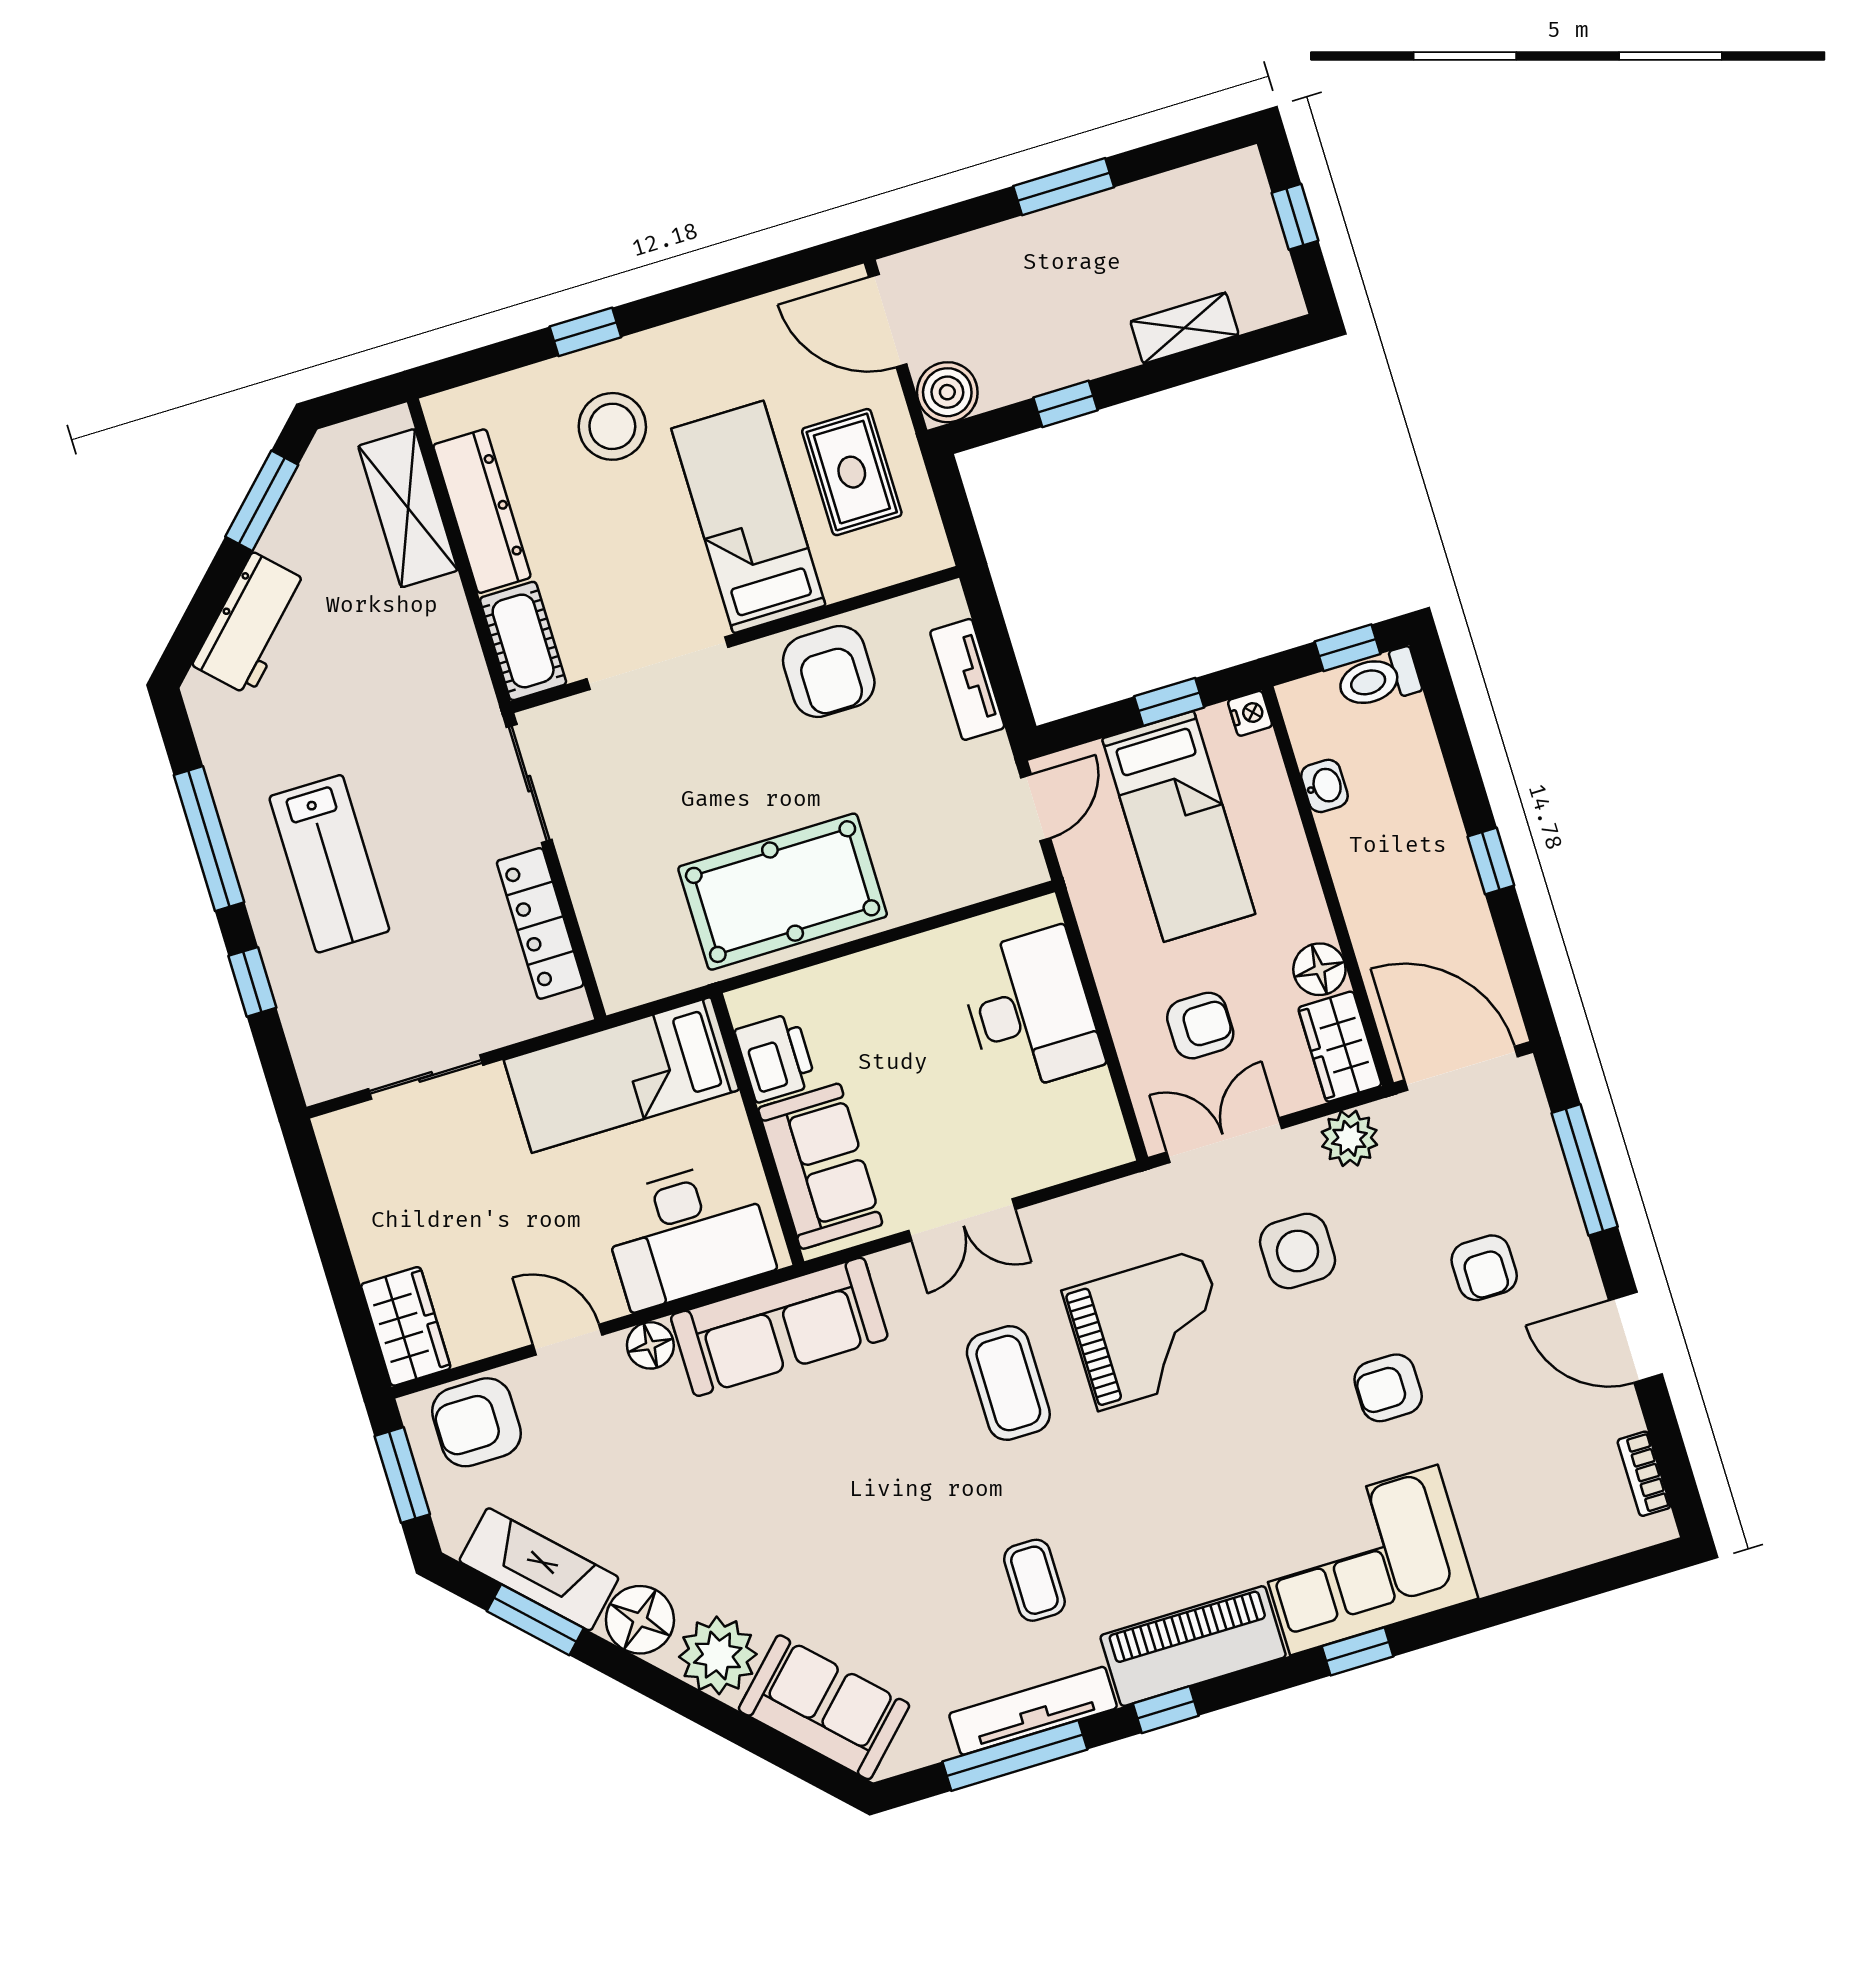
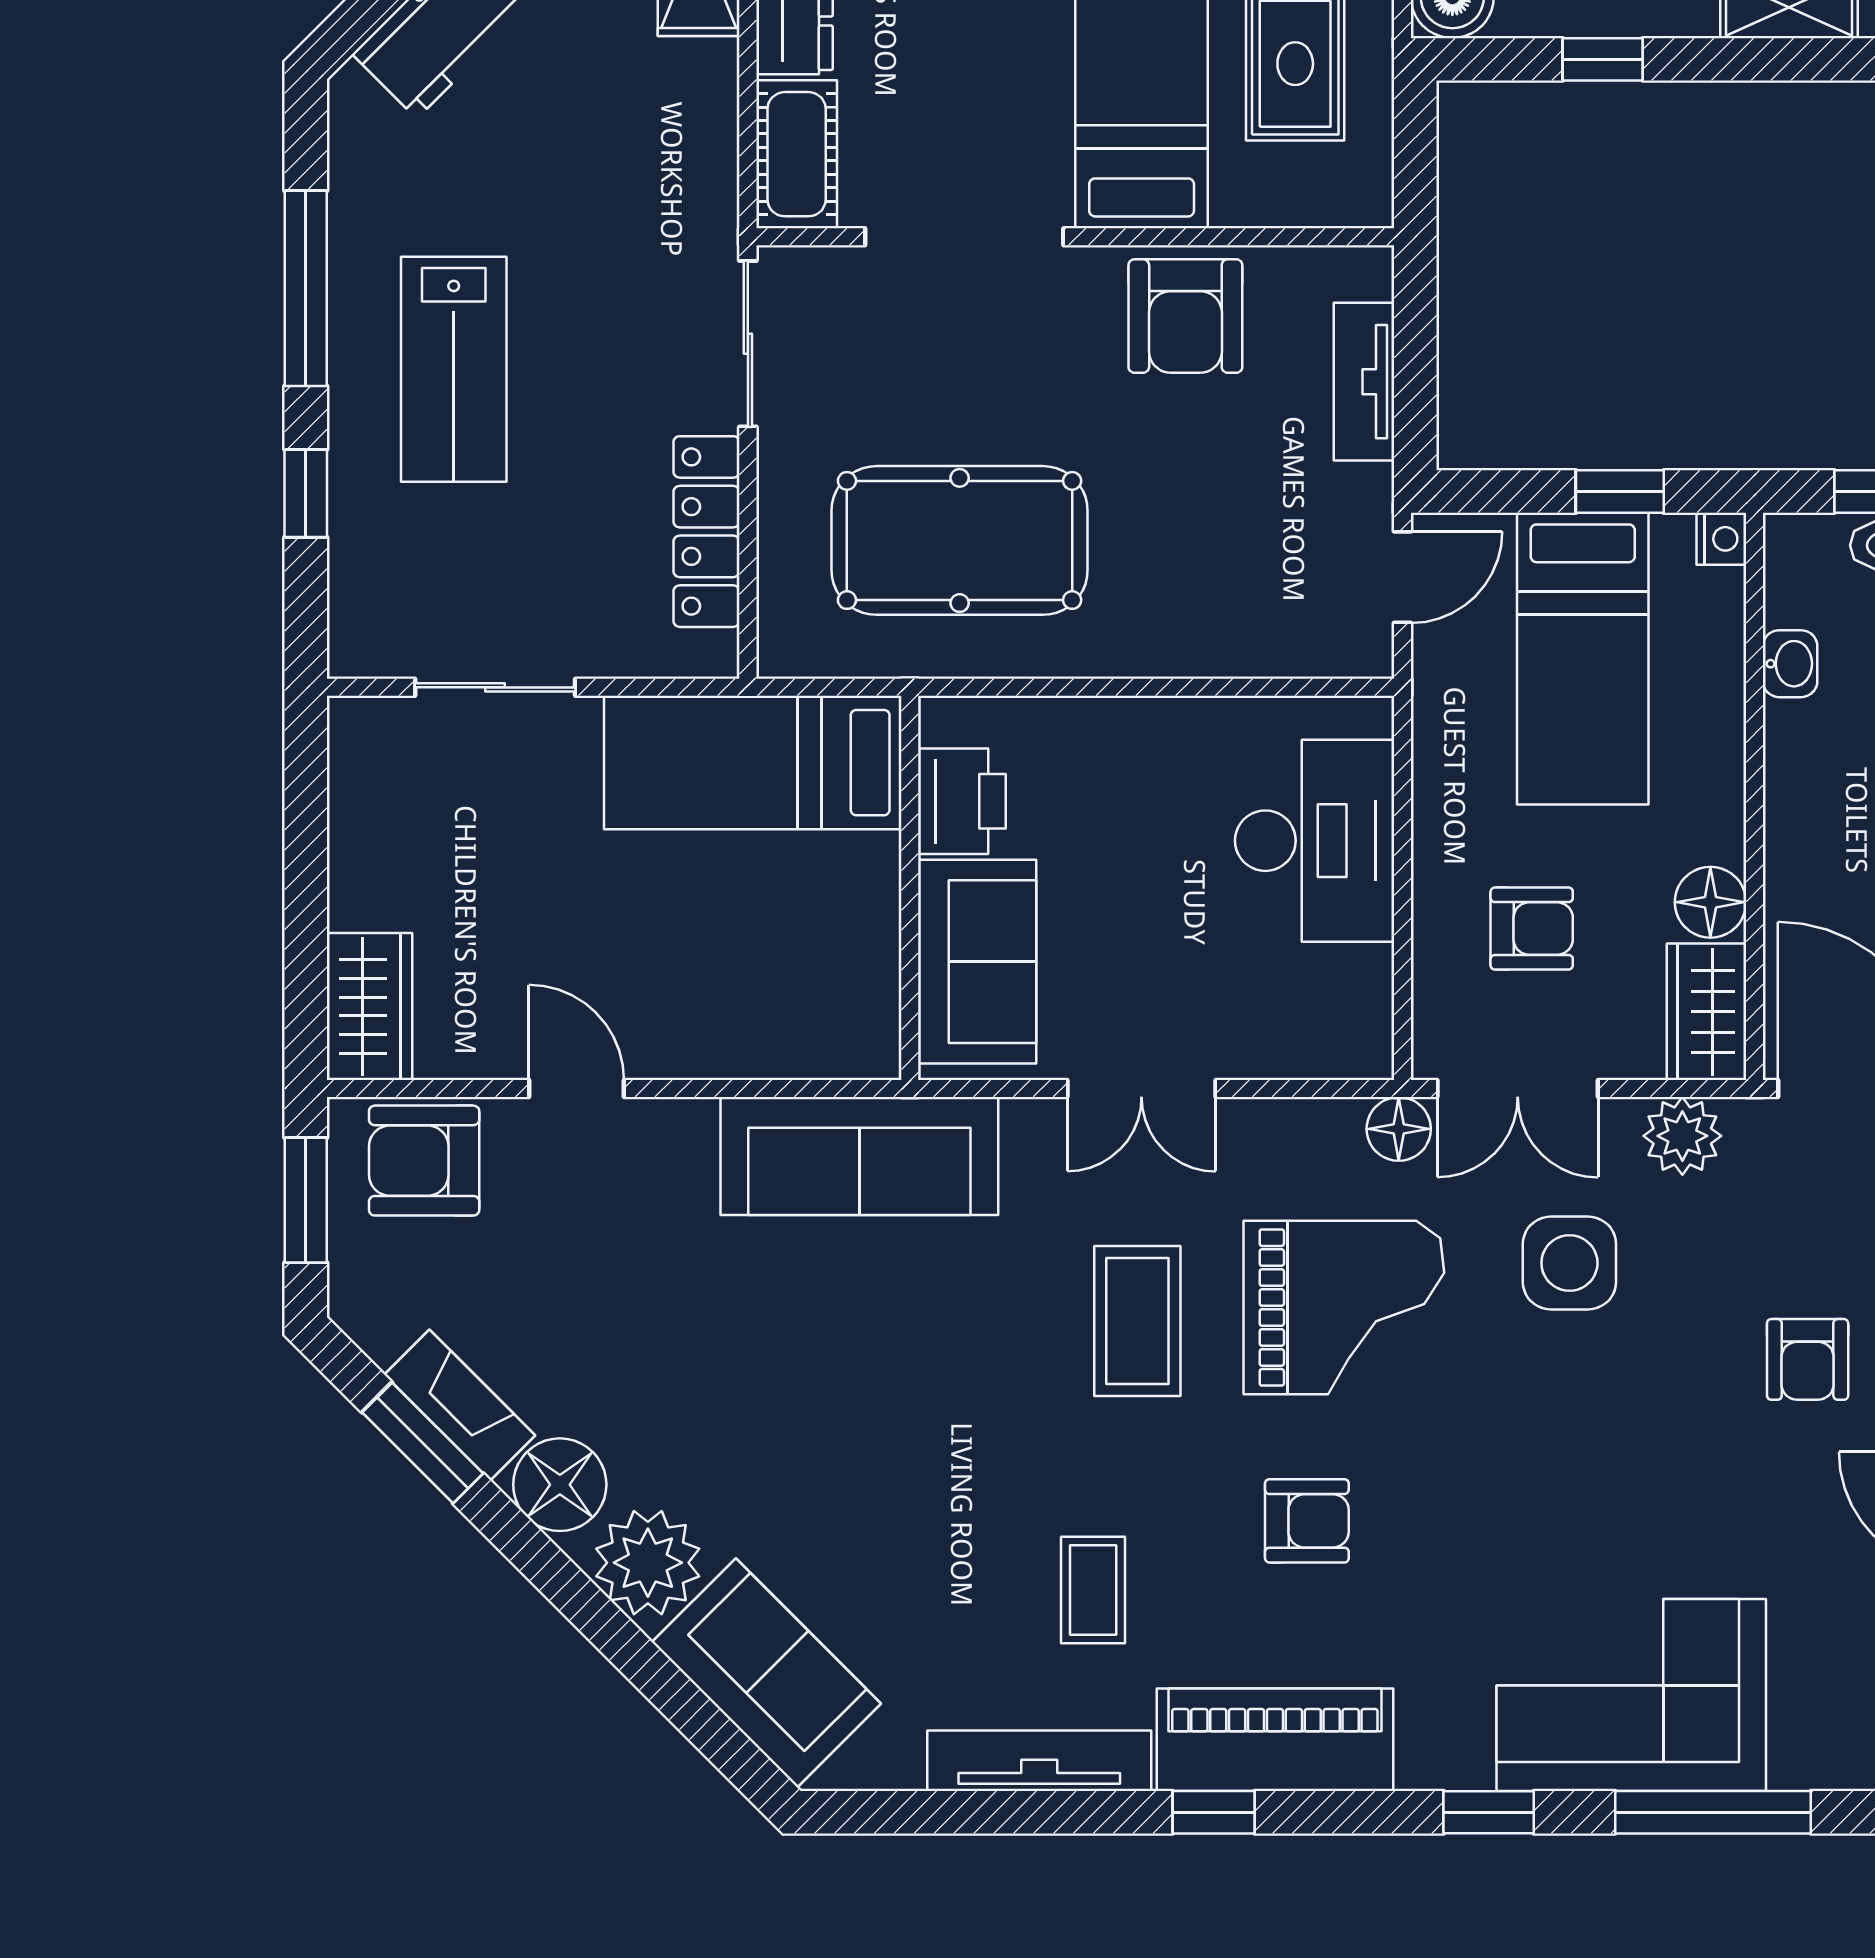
pool table: (783, 892) -> (960, 540), moved
double door: (1224, 1140) -> (1518, 1089), swing flipped
desk: (687, 1234) -> (776, 998), removed
floor lamp: (650, 1345) -> (1399, 1129), moved
armchair: (1388, 1388) -> (1307, 1521), moved, turned 180
corner sofa: (1364, 1560) -> (1631, 1695), moved
fireplace: (539, 1569) -> (460, 1405), width x0.73, depth x0.76
window: (1015, 1755) -> (1713, 1812), moved

